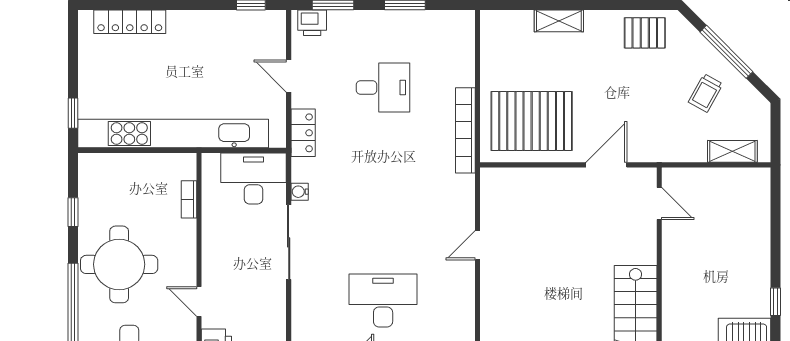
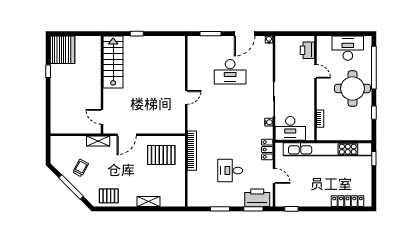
printer: (312, 23) -> (257, 198), width x1.87, depth x1.48
pallet: (532, 121) -> (161, 155), width x0.73, depth x0.71
shelving: (732, 151) -> (98, 141), moved

